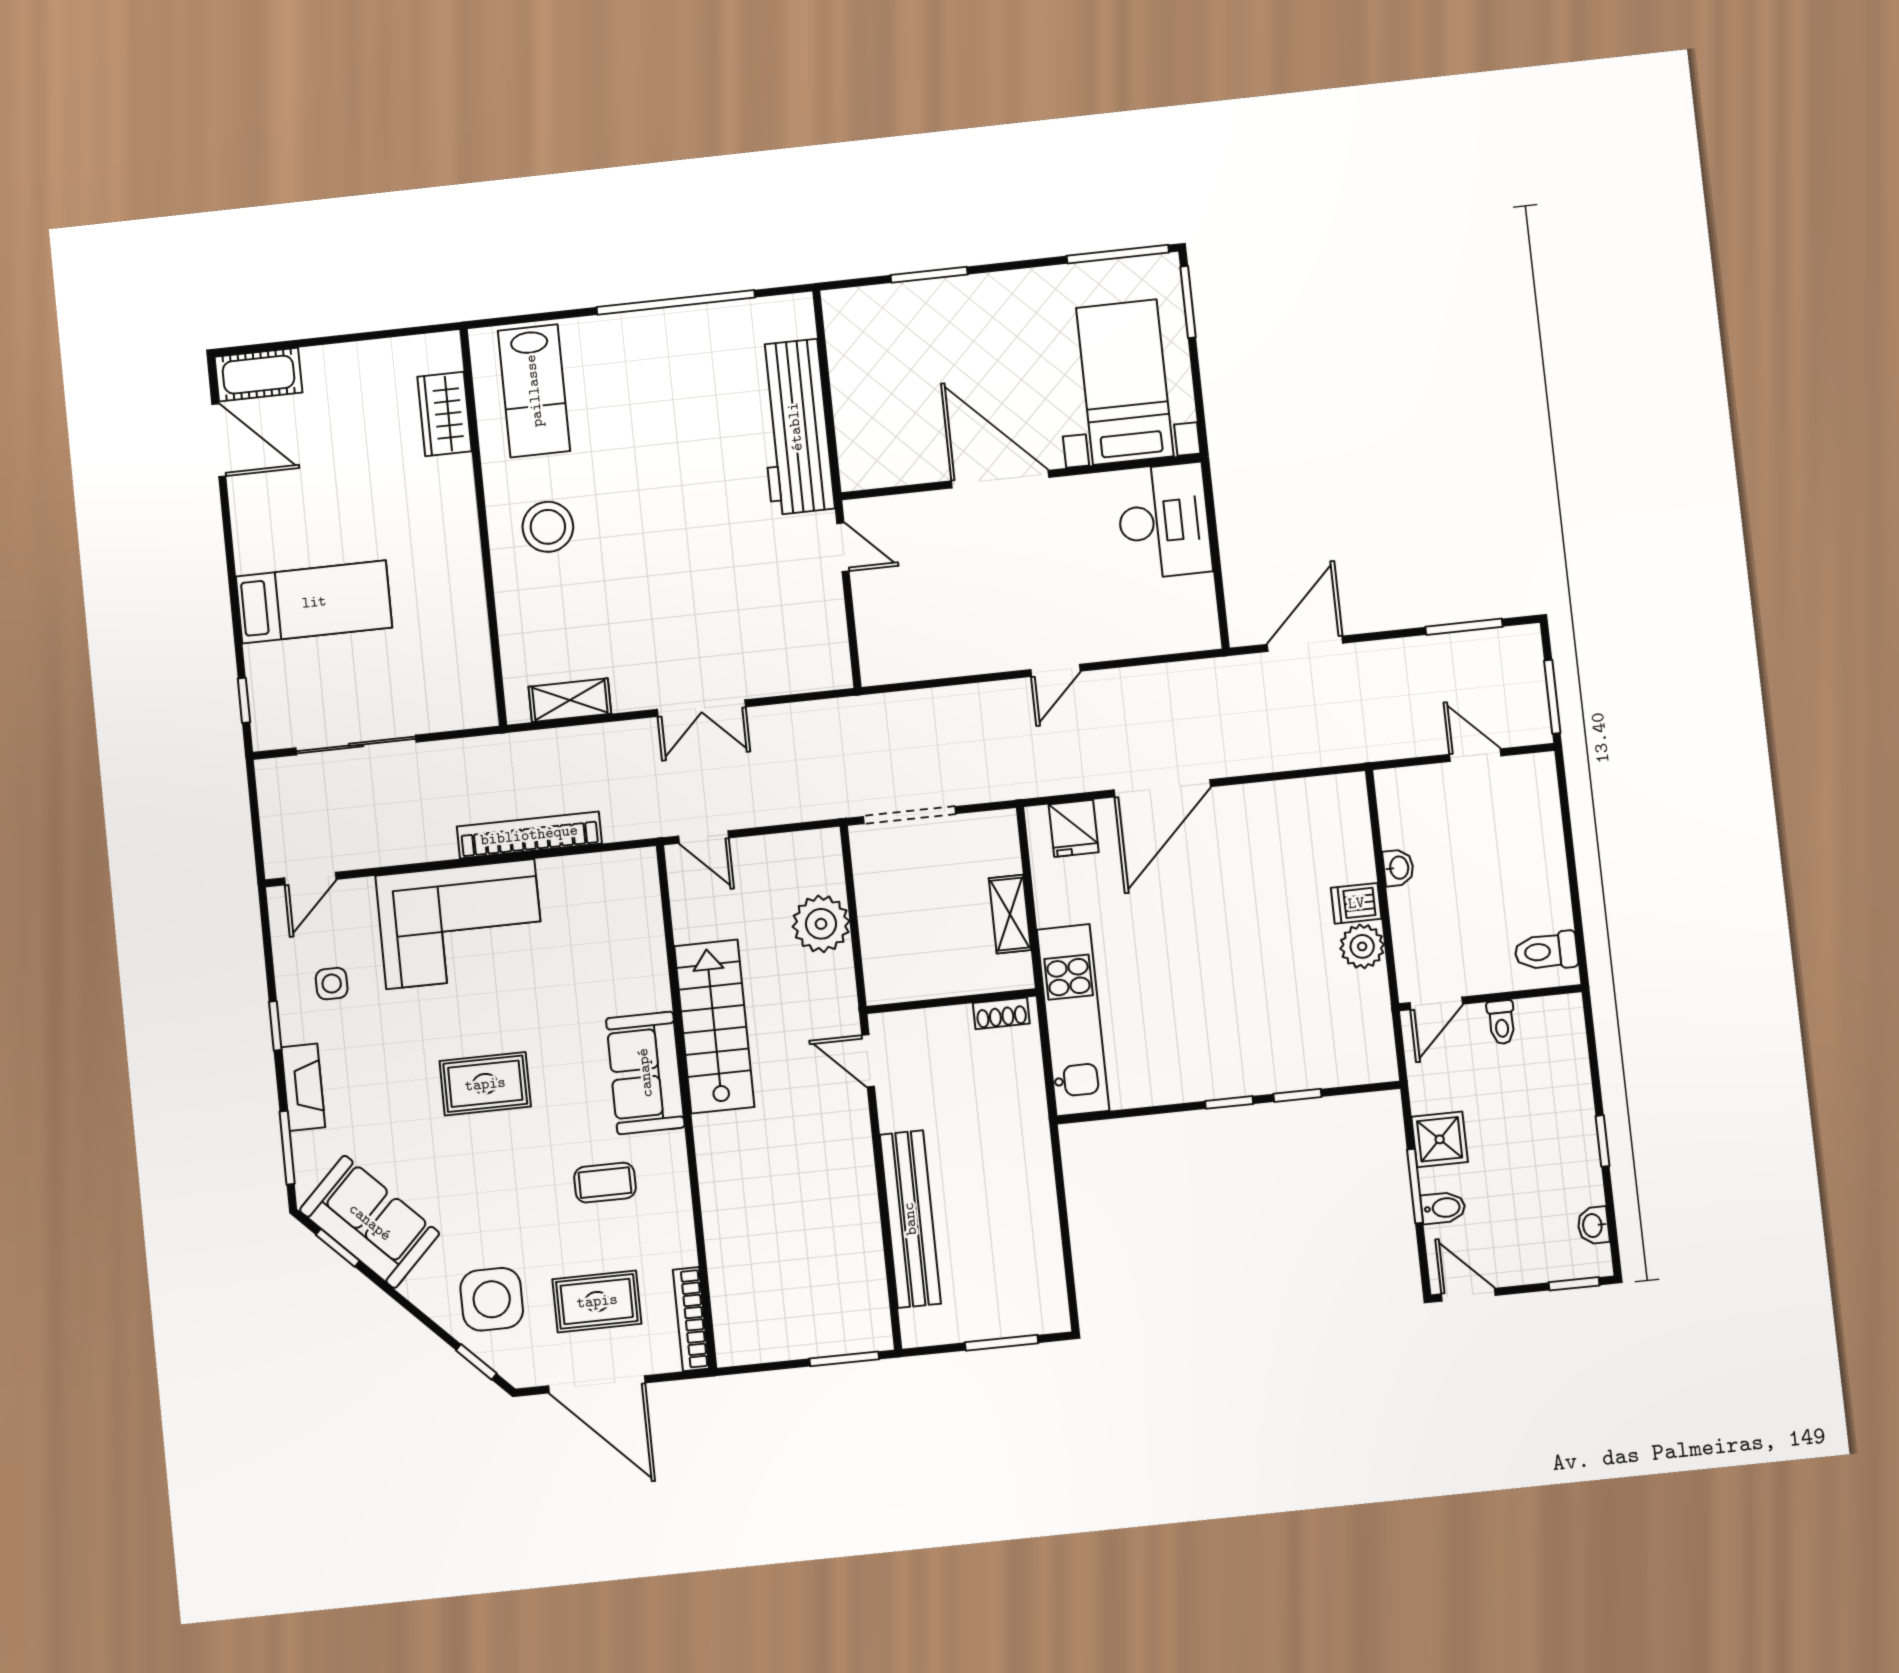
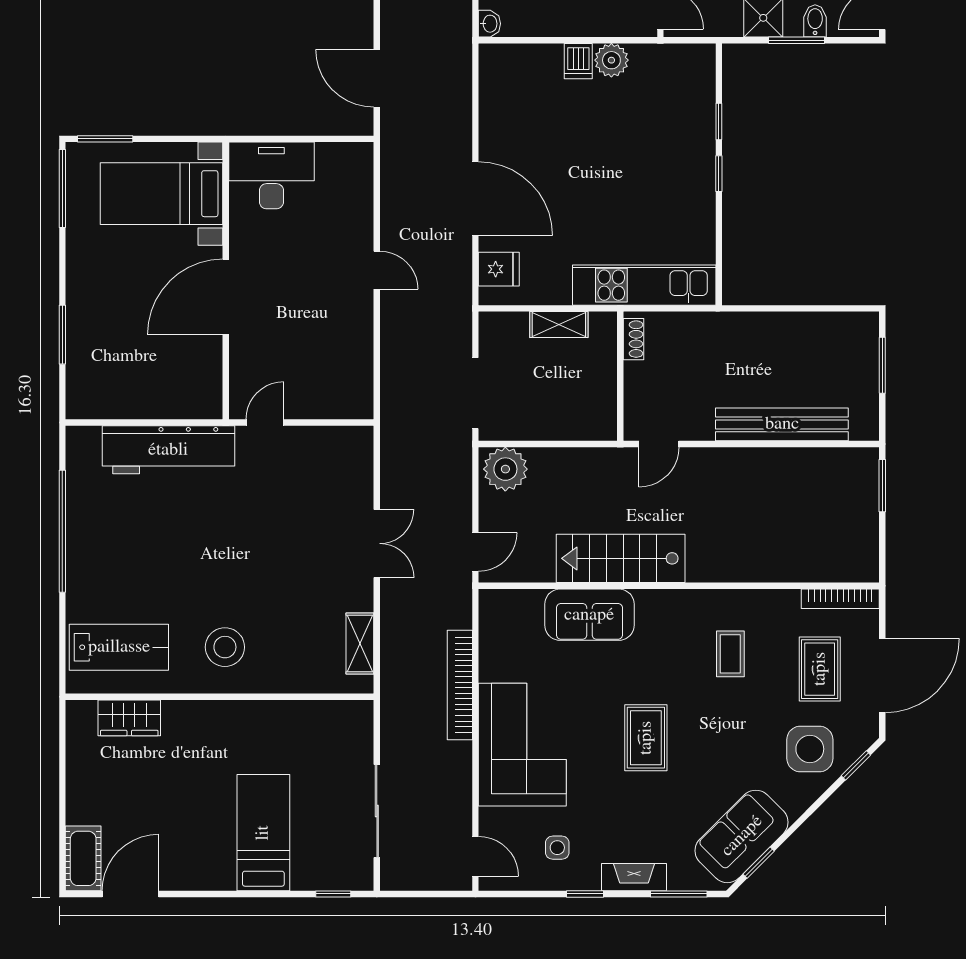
washbasin: (1398, 868) -> (489, 24), moved, turned 90
plant: (821, 924) -> (505, 469), moved
sofa: (645, 1073) -> (589, 615), moved

